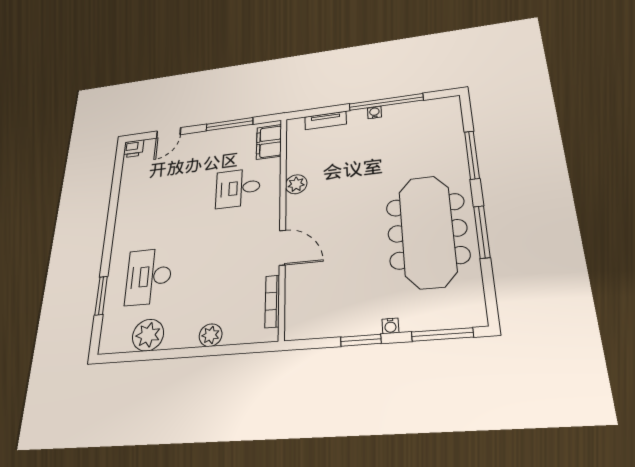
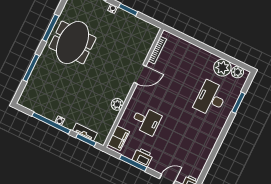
window: (318, 112) -> (86, 140), added
printer: (219, 139) -> (143, 157), added
meeting table: (427, 231) -> (73, 43), width x0.73
door: (282, 248) -> (140, 74), swing flipped
desk: (149, 276) -> (211, 99), turned 180
plant: (211, 335) -> (237, 72), moved

